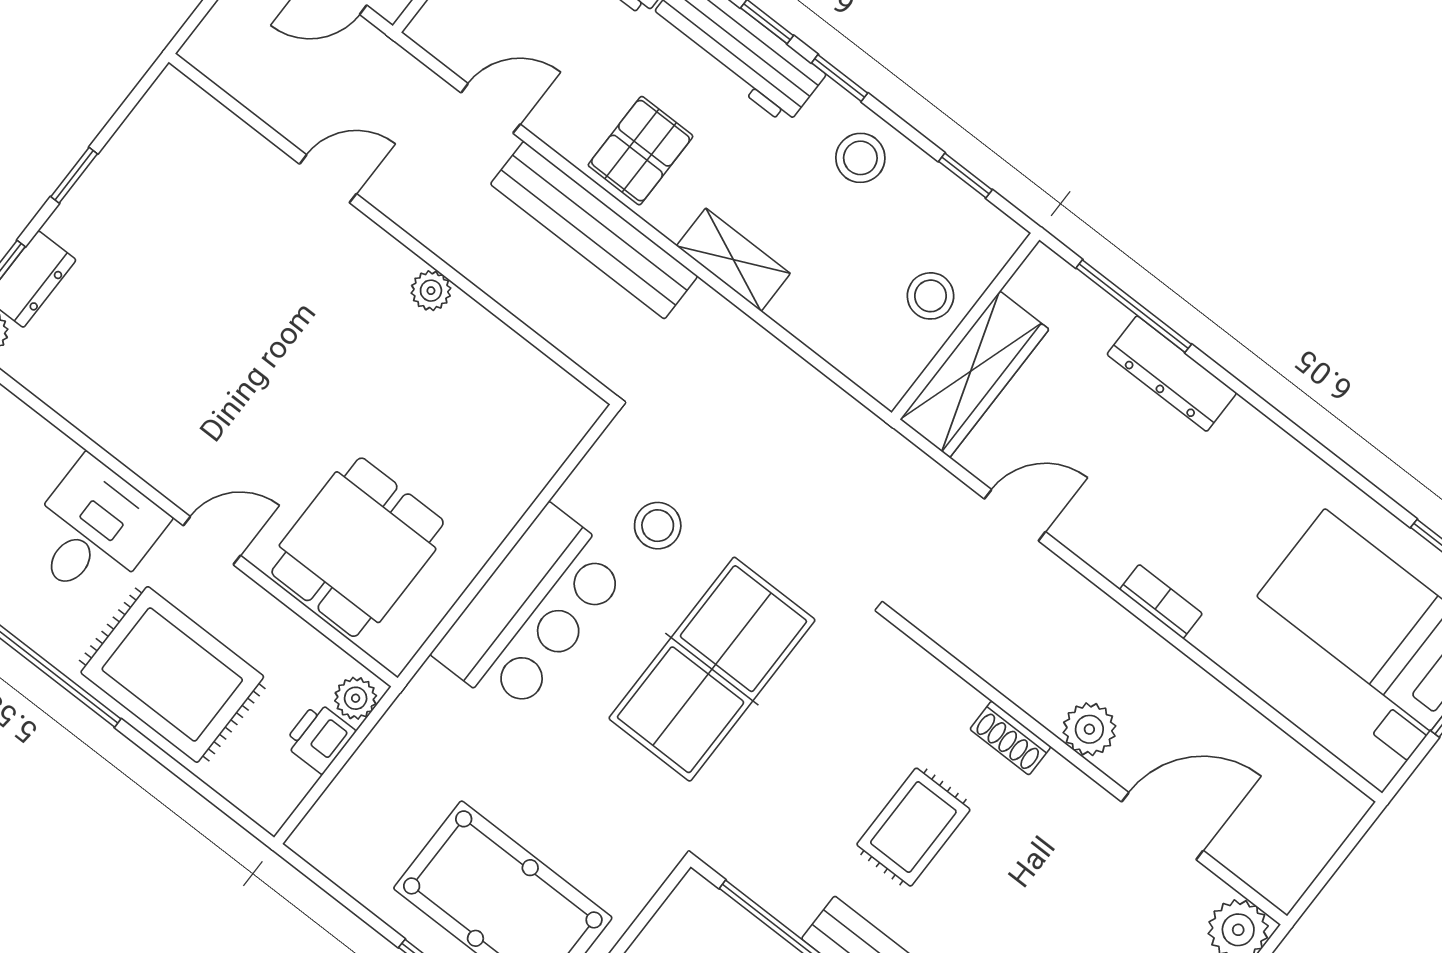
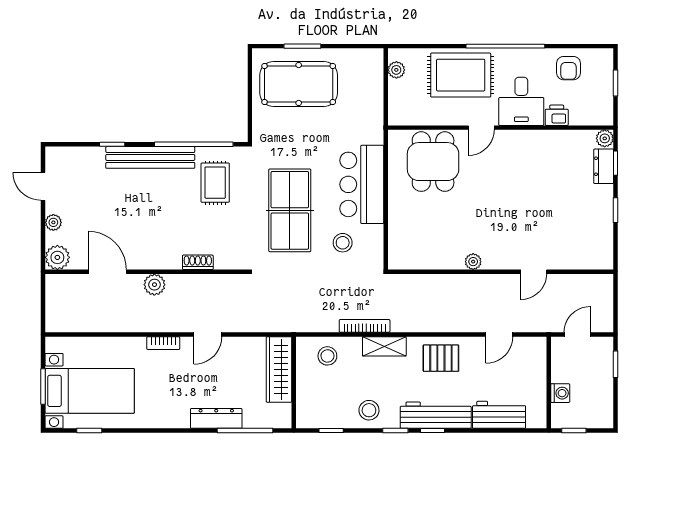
pallet: (641, 151) -> (441, 358), turned 90
bench: (594, 230) -> (436, 321), removed
stool: (931, 296) -> (327, 356), moved
bookcase: (741, 330) -> (365, 326), added
door: (1015, 515) -> (208, 334), moved
plant: (356, 698) -> (396, 70), moved
printer: (319, 738) -> (557, 115), moved, turned -90
shoe rack: (1010, 738) -> (198, 262), moved
door: (1162, 826) -> (107, 272), swing flipped
rug: (913, 827) -> (215, 183), moved

